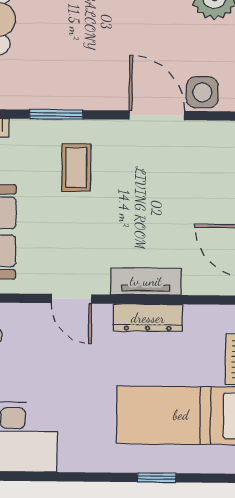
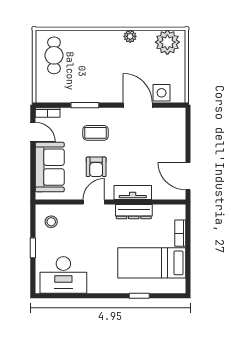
coffee table: (76, 167) -> (96, 133), turned 90
armchair: (77, 232) -> (96, 167), added
door: (72, 299) -> (94, 202), swing flipped

